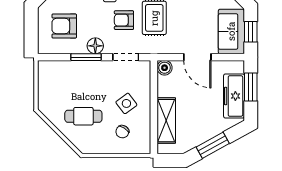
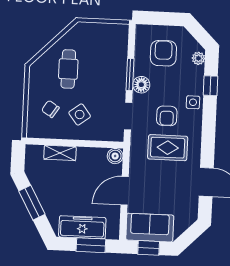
armchair: (124, 20) -> (167, 116), turned 180
shelving: (166, 121) -> (60, 153), width x0.67, depth x0.75

